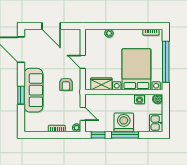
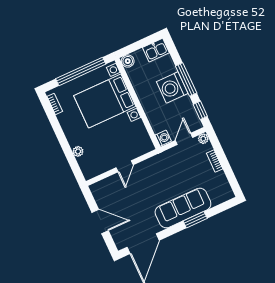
door: (51, 26) -> (100, 221), hinge flipped
armchair: (66, 84) -> (159, 174), removed
wardrobe: (101, 84) -> (140, 133), removed
washing machine: (140, 99) -> (163, 138), moved

